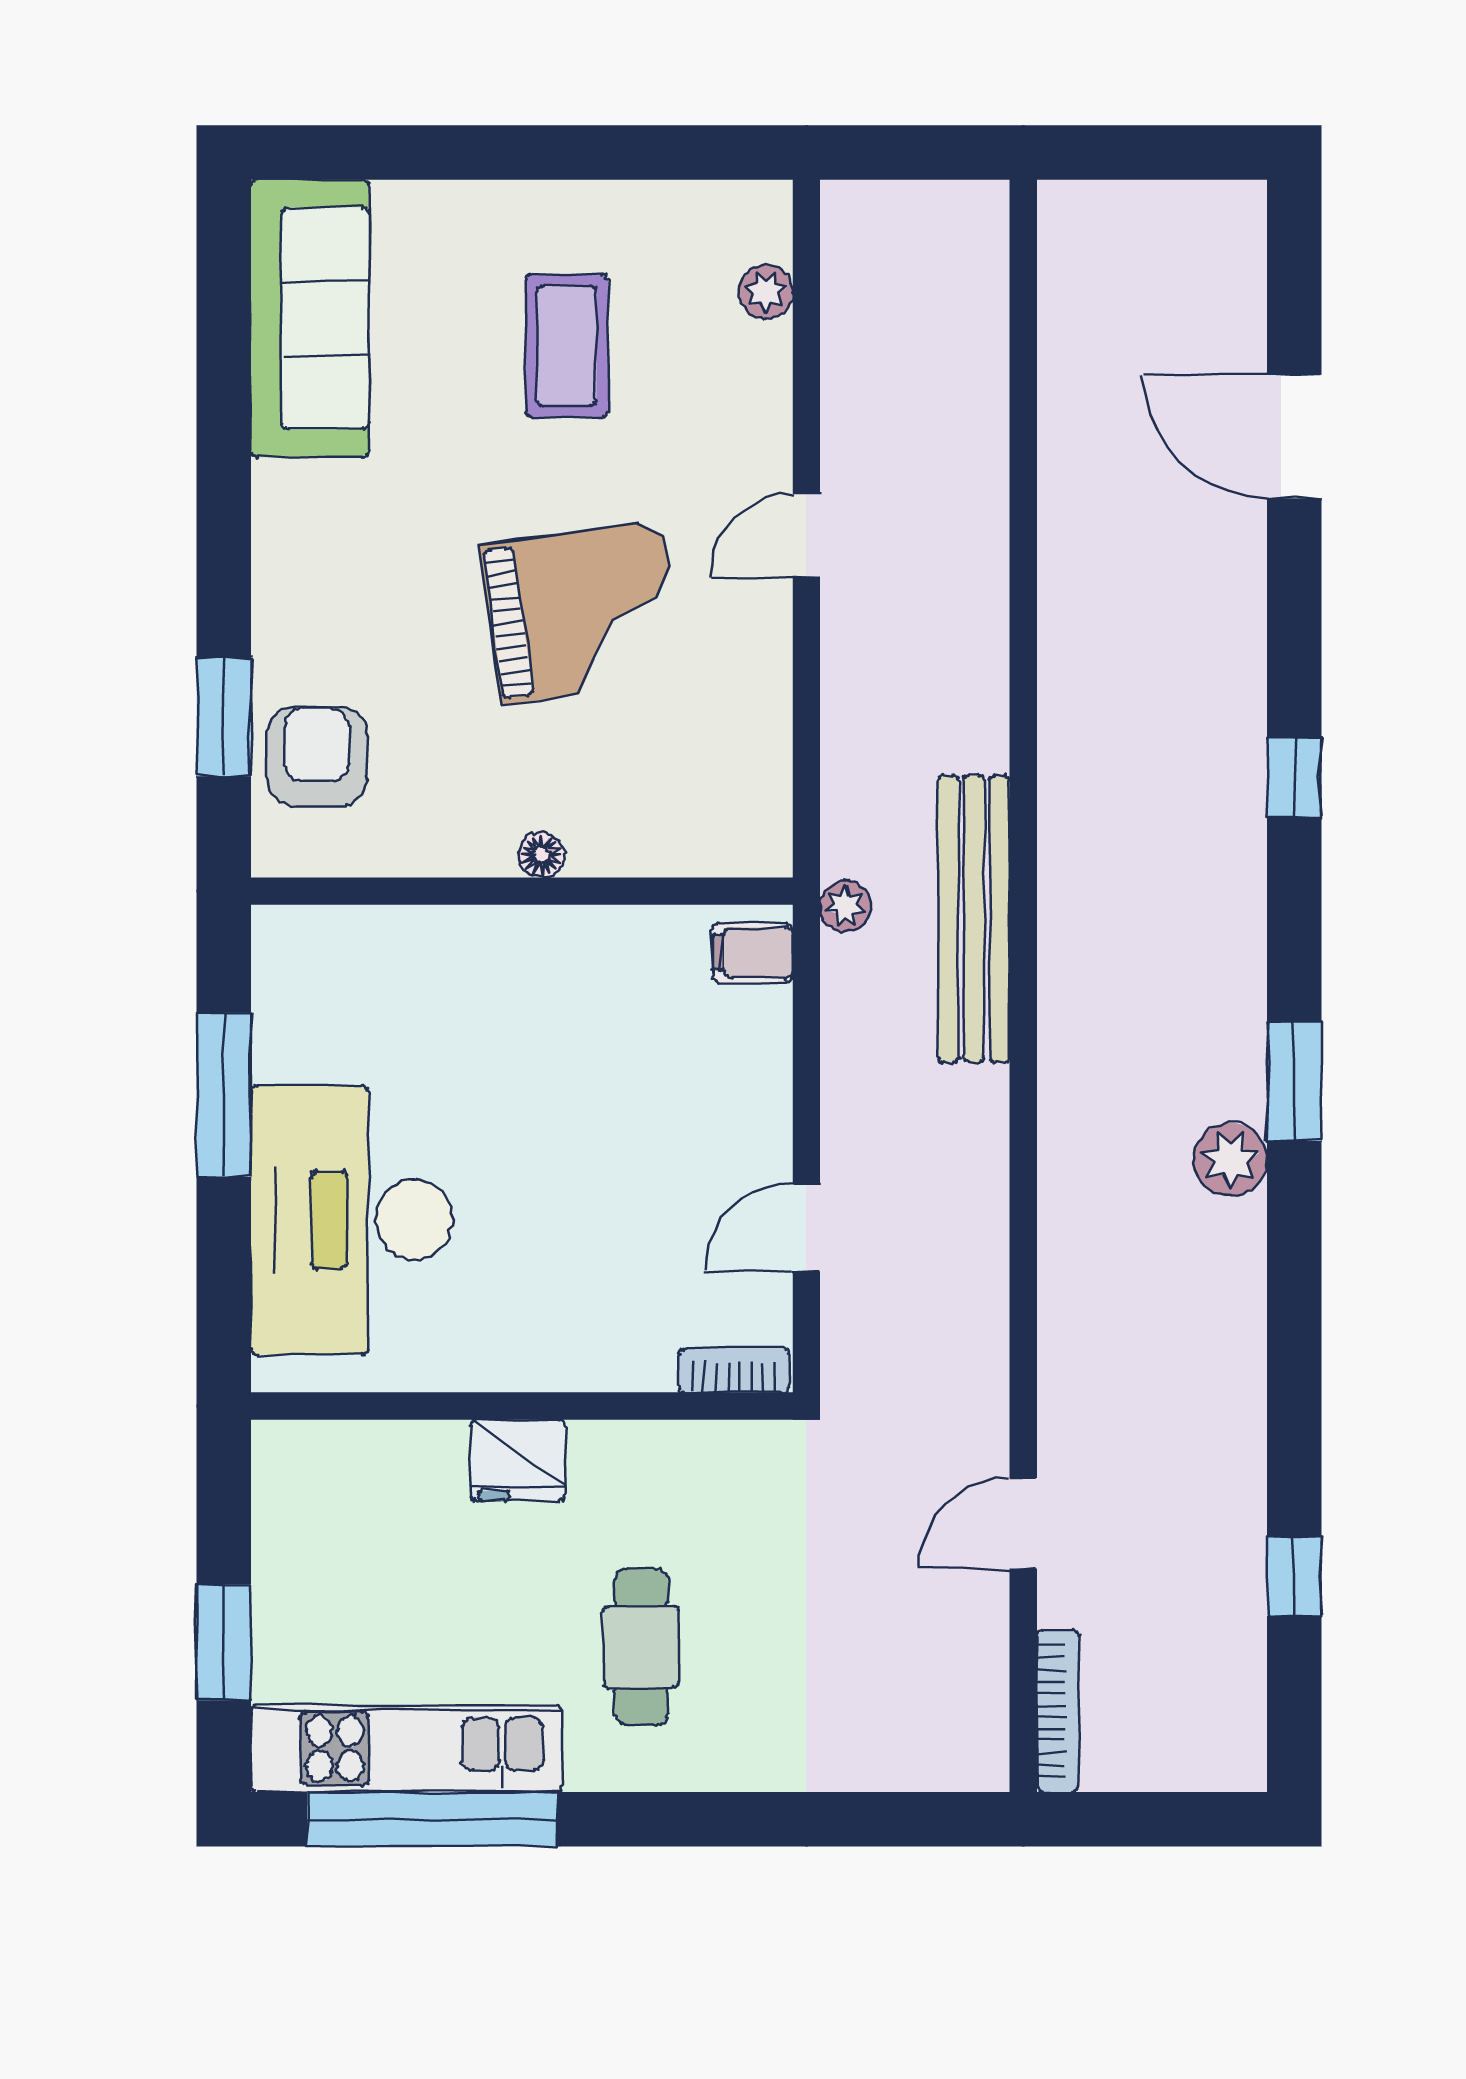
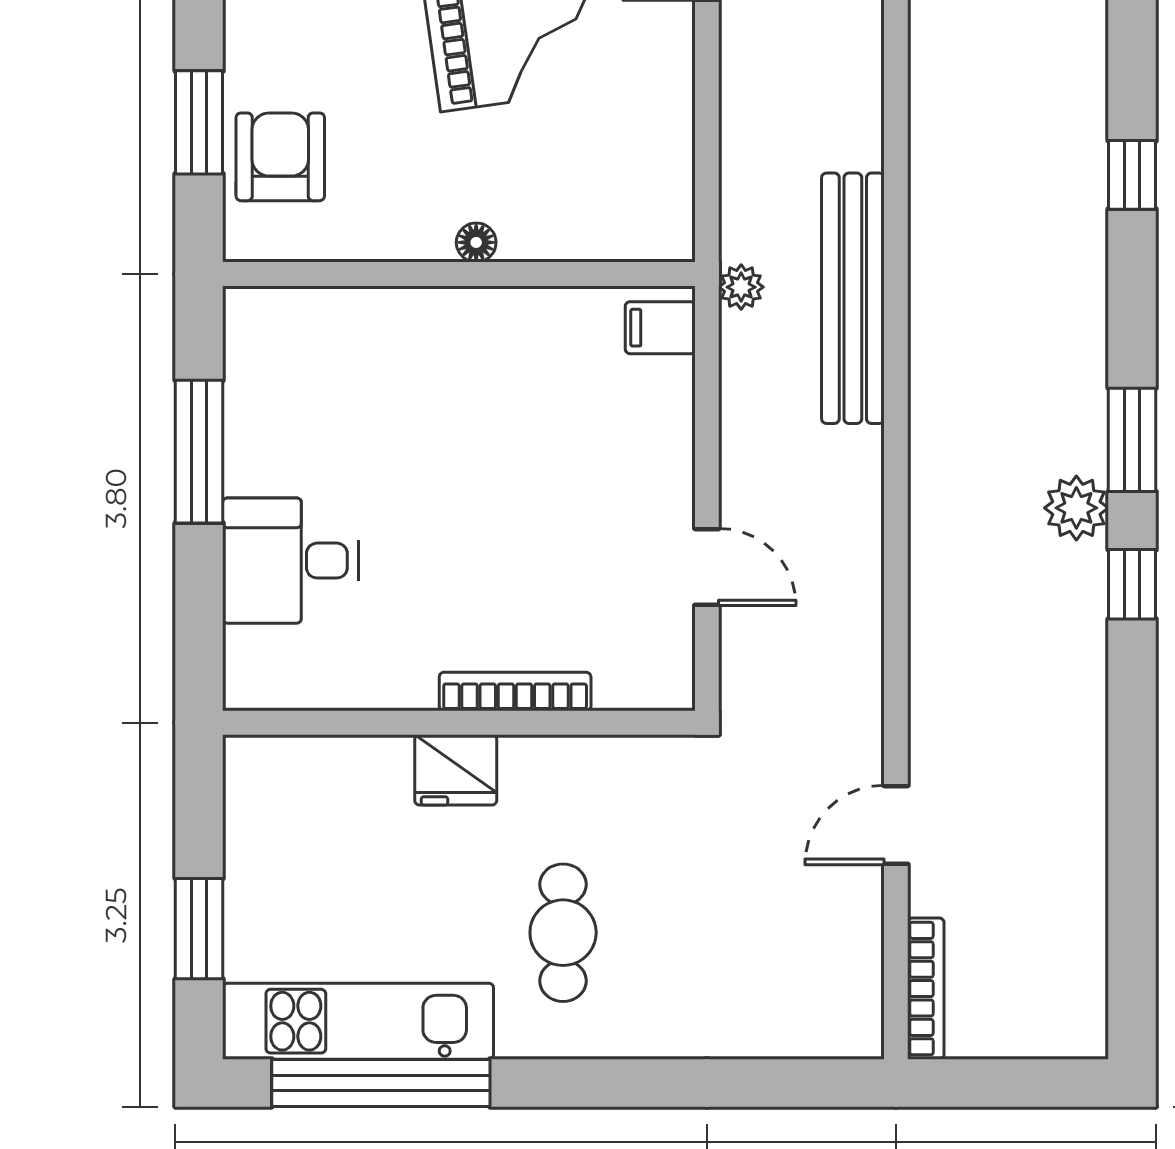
desk: (352, 1220) -> (290, 561), width x0.53, depth x0.77
door: (806, 1227) -> (707, 567), swing flipped
bookcase: (734, 1370) -> (515, 692), moved, width x1.56
window: (1294, 1576) -> (1132, 584), moved

